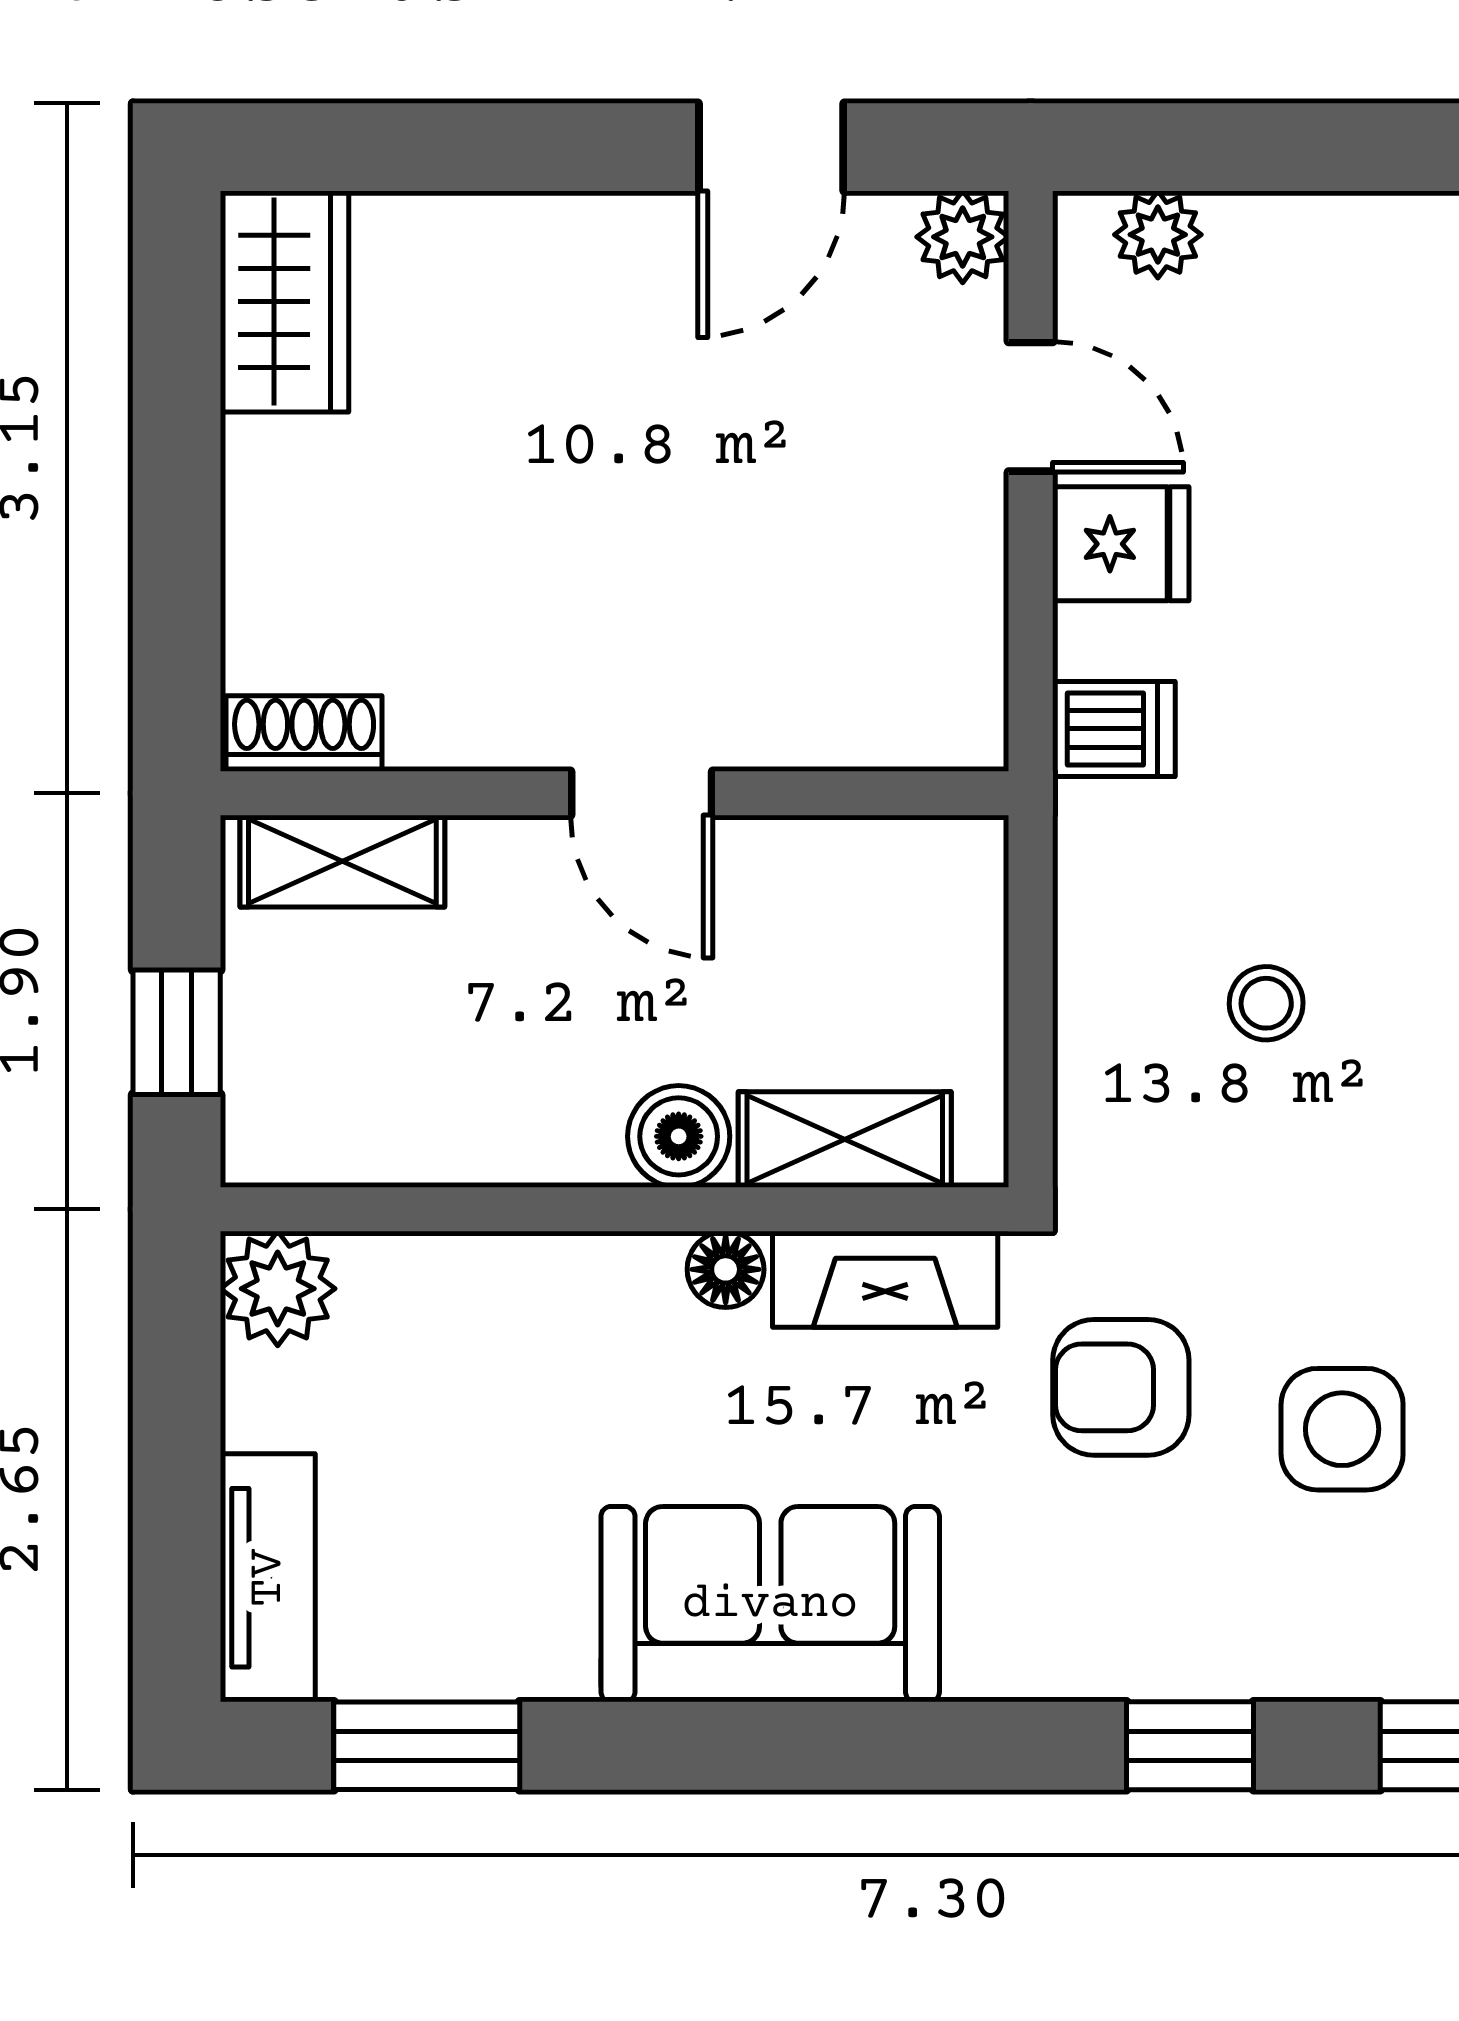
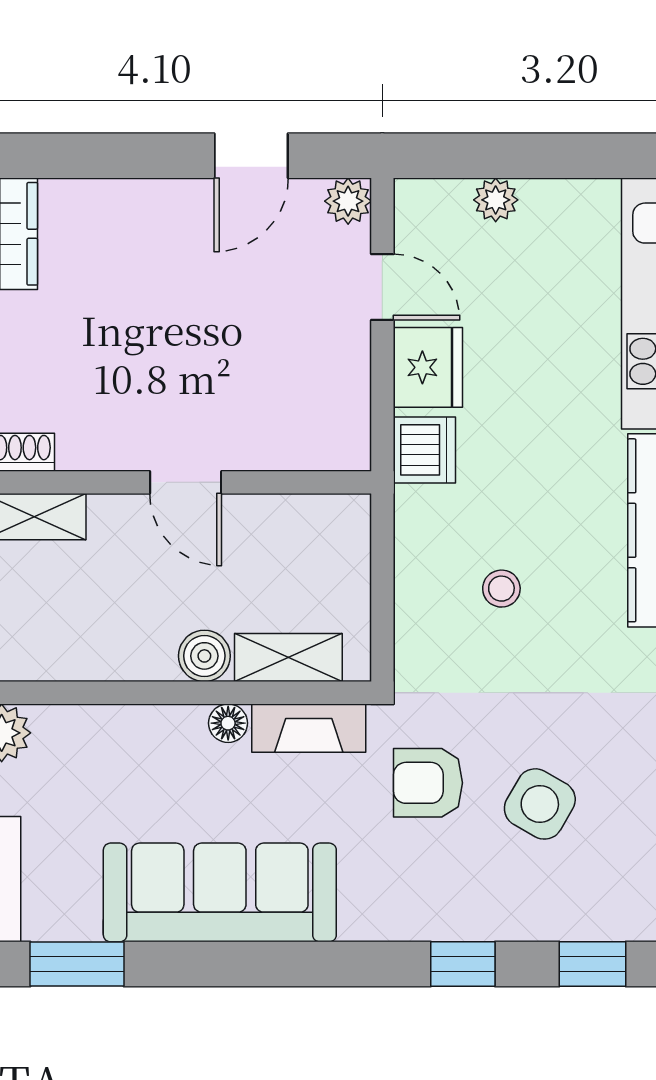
plant: (1158, 235) -> (496, 200), moved
fridge: (1121, 544) -> (428, 367), width x1.38
dishwasher: (1114, 729) -> (424, 450), width x1.38
side table: (1342, 1429) -> (540, 804), turned 30
sofa: (770, 1604) -> (220, 892), width x1.36

